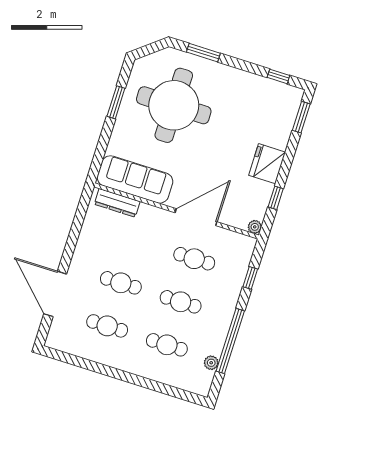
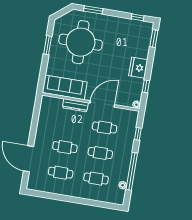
dresser: (117, 203) -> (75, 105), moved

